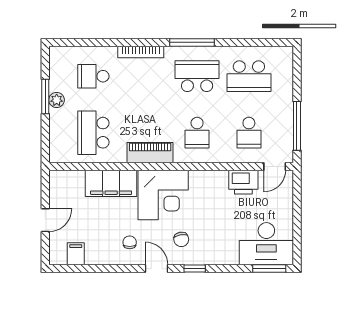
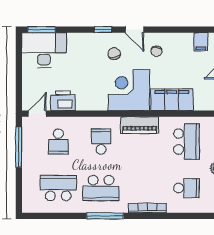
school desk: (249, 133) -> (58, 142), turned 180

